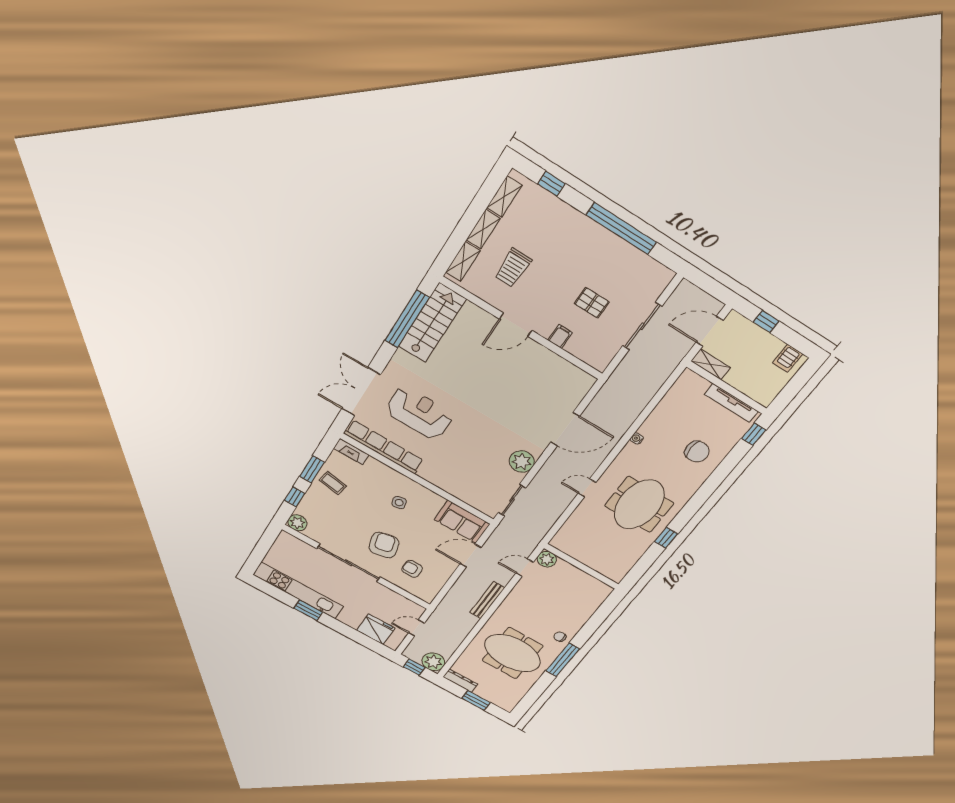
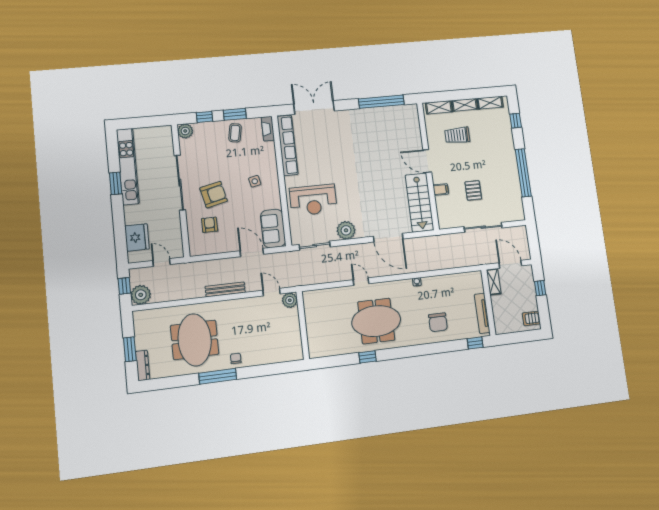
stairs: (432, 323) -> (420, 202), moved, turned 90
reception desk: (419, 413) -> (313, 200), moved, turned 90
dresser: (460, 681) -> (143, 365), moved

